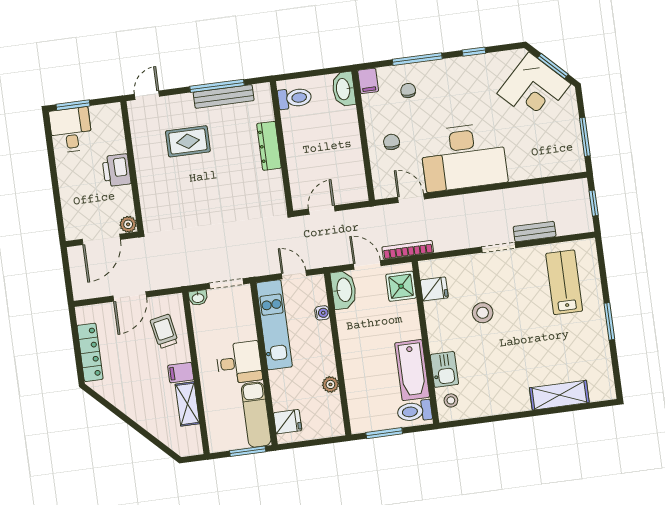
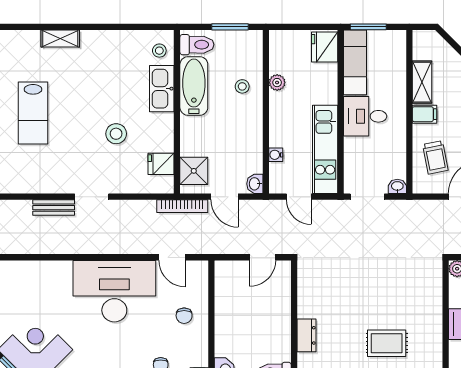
dresser: (269, 146) -> (307, 335), width x0.70
lab bench: (564, 282) -> (33, 113), moved
washbasin: (344, 290) -> (255, 184), width x0.52, depth x0.69
kitchen sink: (444, 369) -> (162, 89), width x1.38
stool: (364, 376) -> (242, 86), added
shelving: (559, 395) -> (60, 39), width x0.67, depth x0.75
fridge: (288, 422) -> (325, 47), width x1.38

